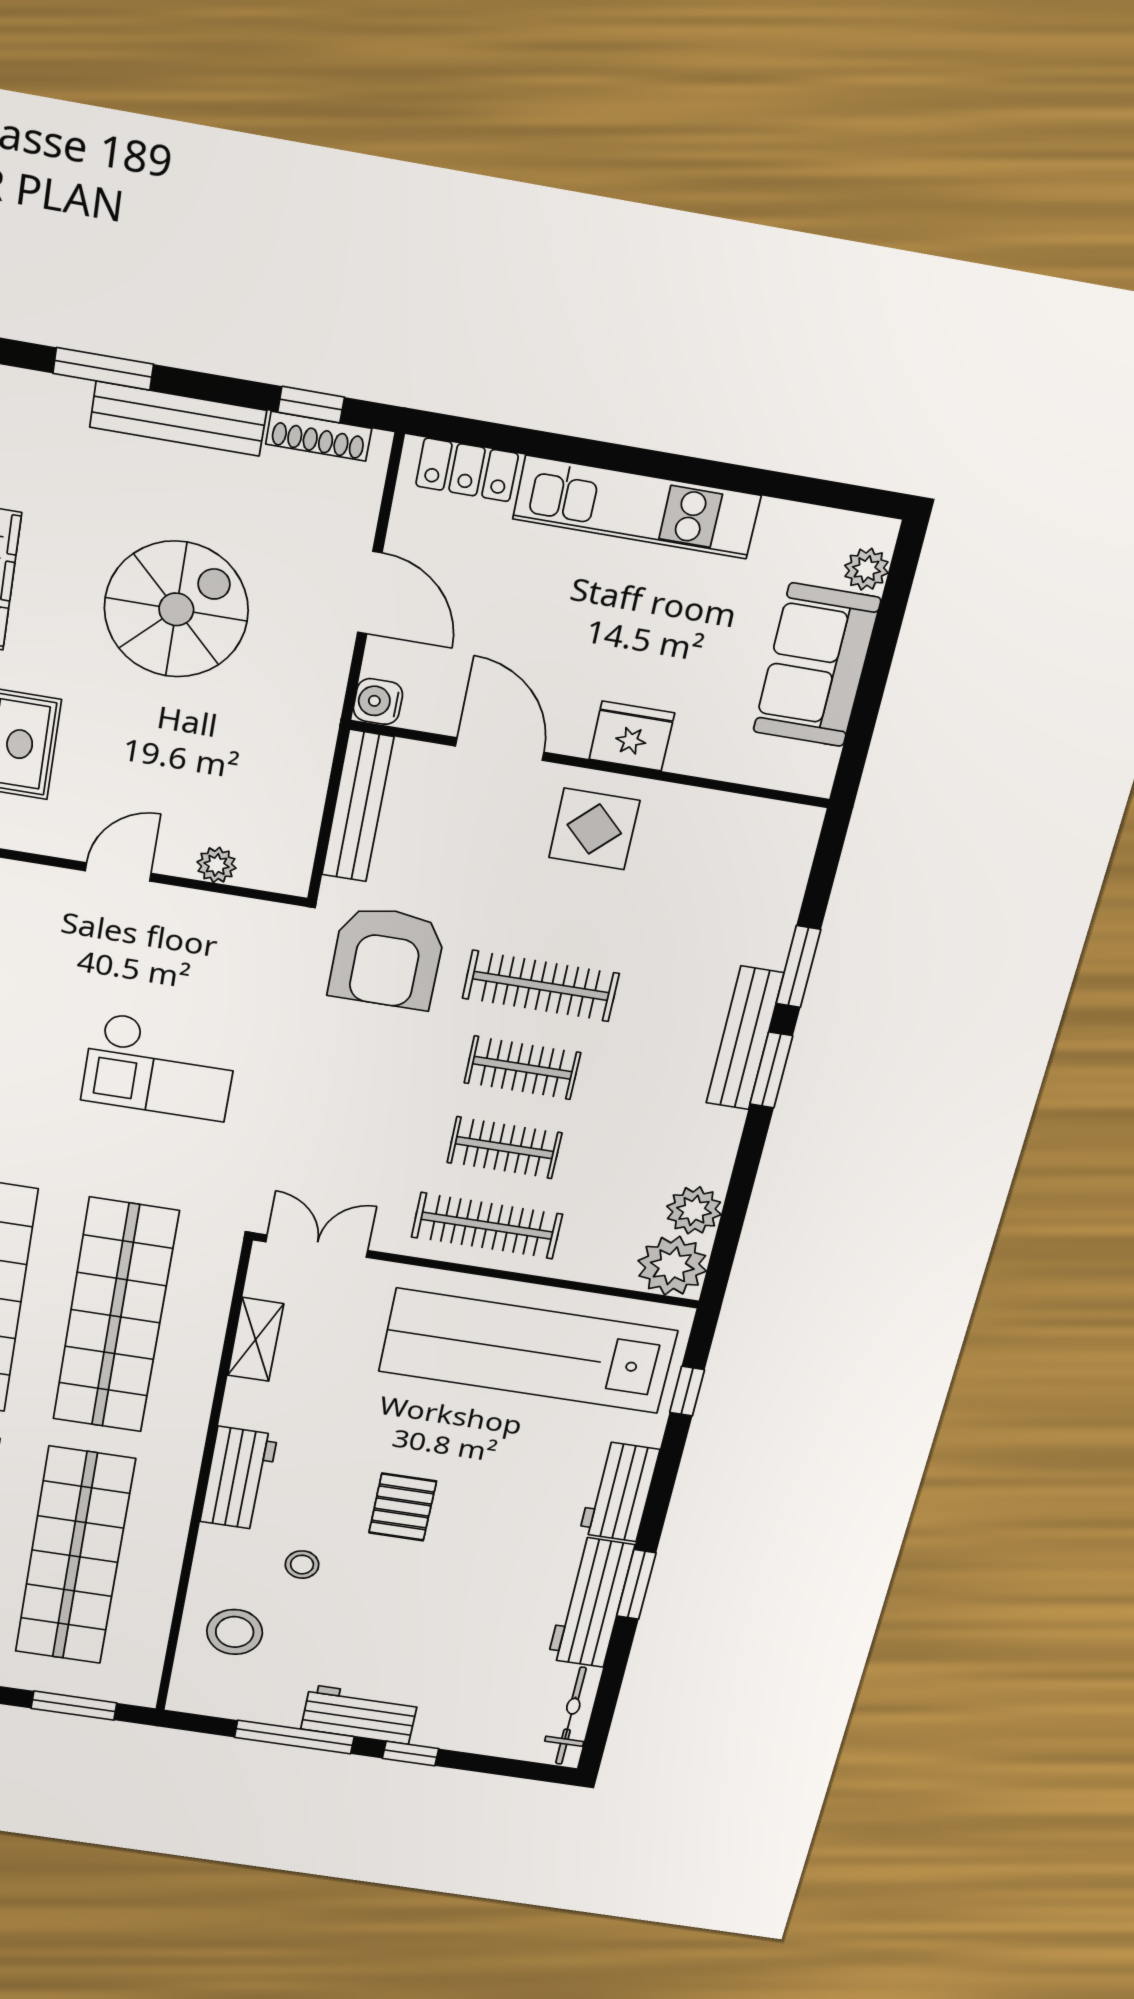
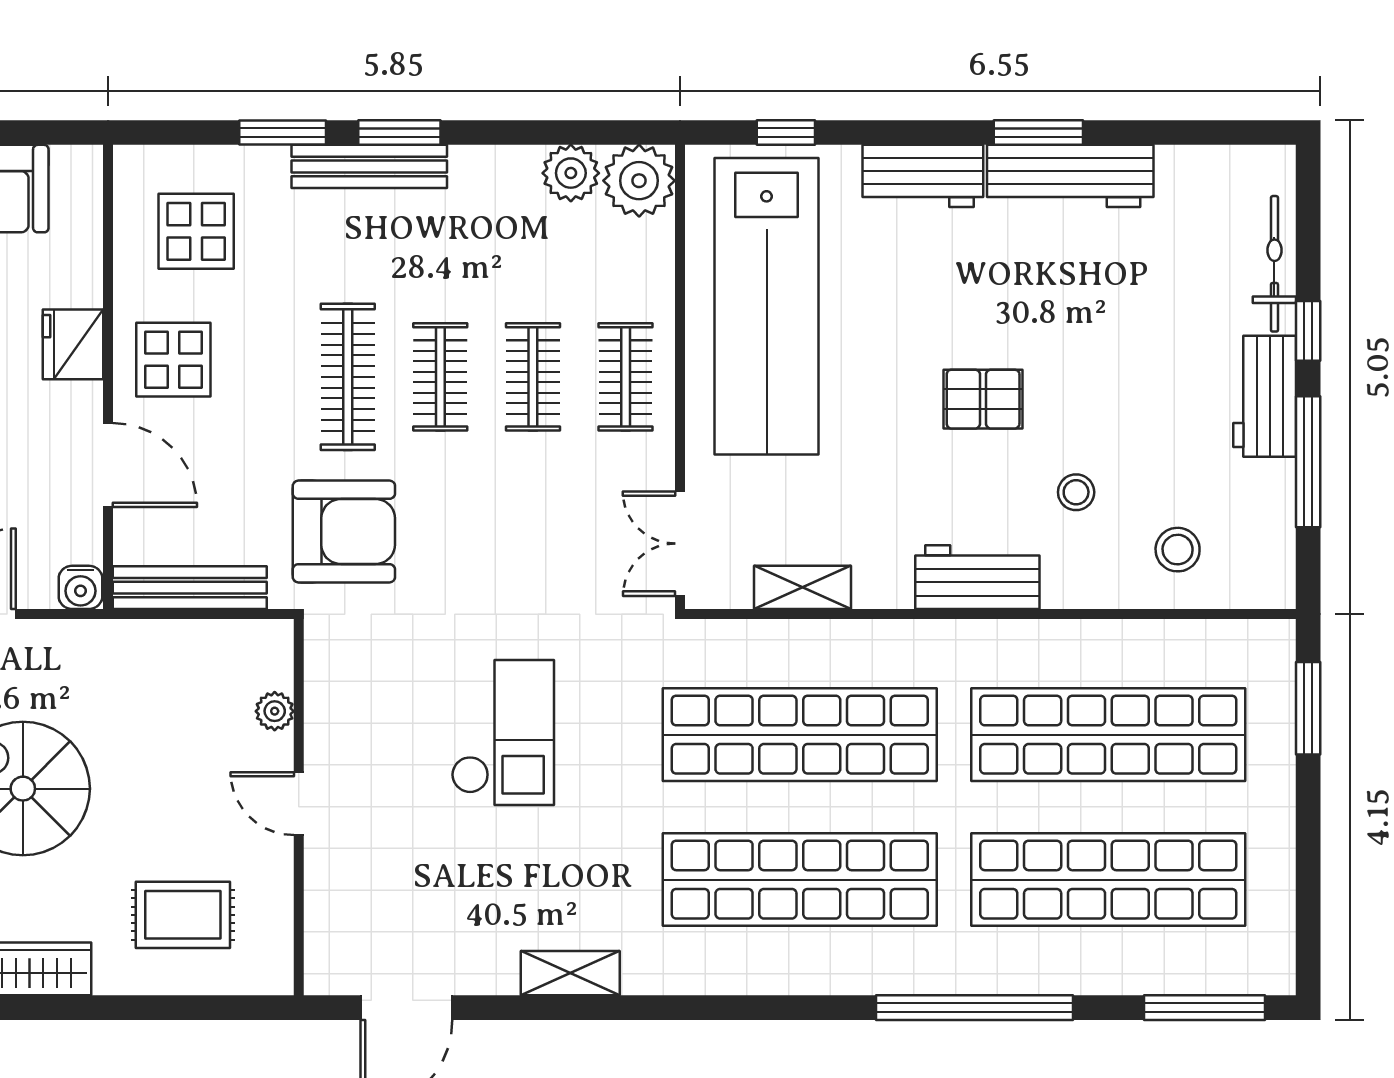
door: (500, 749) -> (108, 465), swing flipped
display table: (719, 871) -> (196, 231), added
clothes rail: (487, 1226) -> (626, 377), width x0.73
stool: (235, 1632) -> (1178, 550), width x0.73, depth x0.73
bicycle: (571, 1716) -> (1274, 264), moved, turned 90

